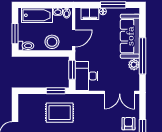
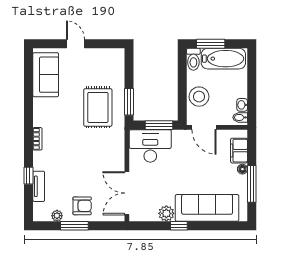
bathtub: (37, 15) -> (223, 59), moved, turned -90
window: (142, 56) -> (179, 226), width x0.32

